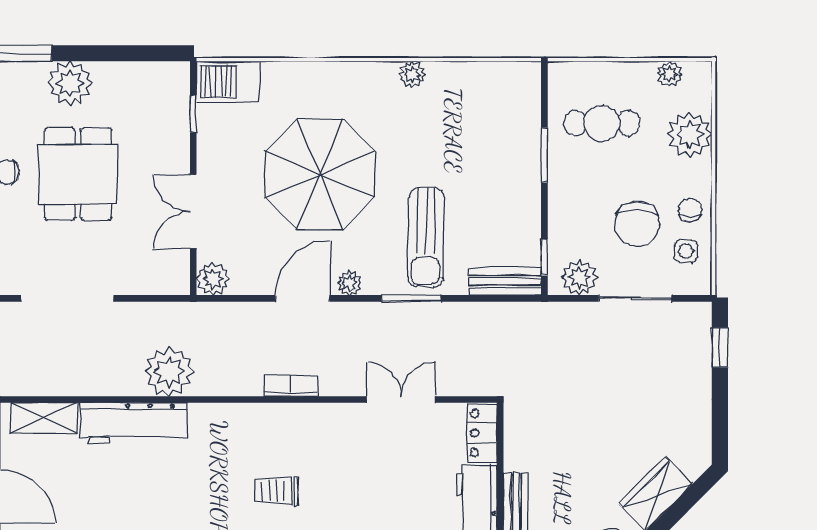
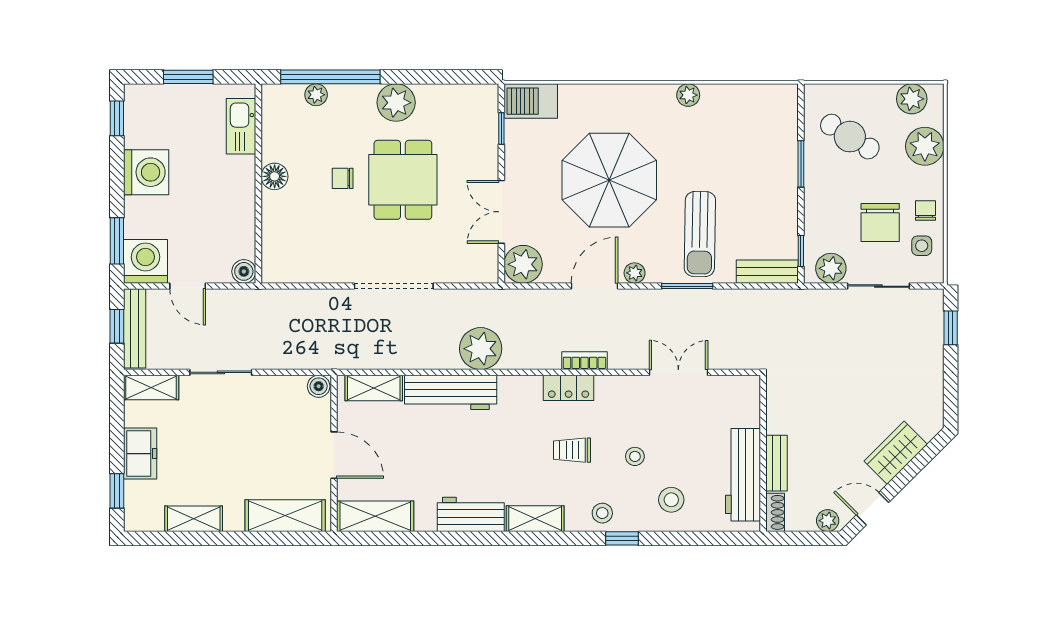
plant: (669, 74) -> (912, 99), width x1.38, depth x1.38
cafe table: (602, 123) -> (850, 137), turned 32
plant: (213, 279) -> (523, 264), width x1.36, depth x1.36
locker: (482, 433) -> (569, 388), moved, turned -90
stool: (350, 498) -> (635, 456), added

